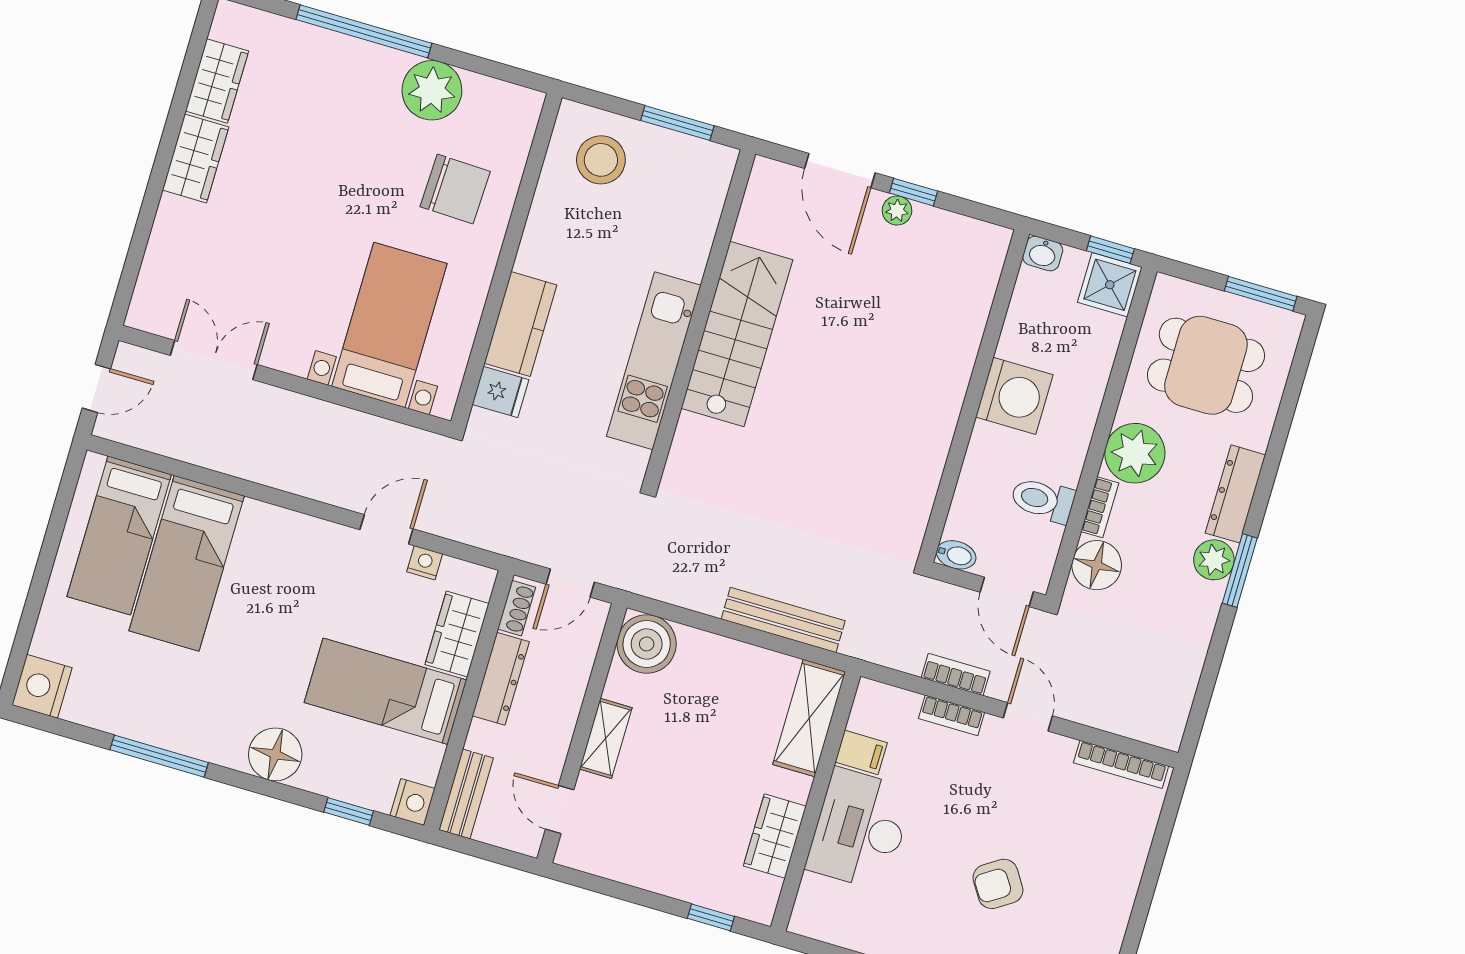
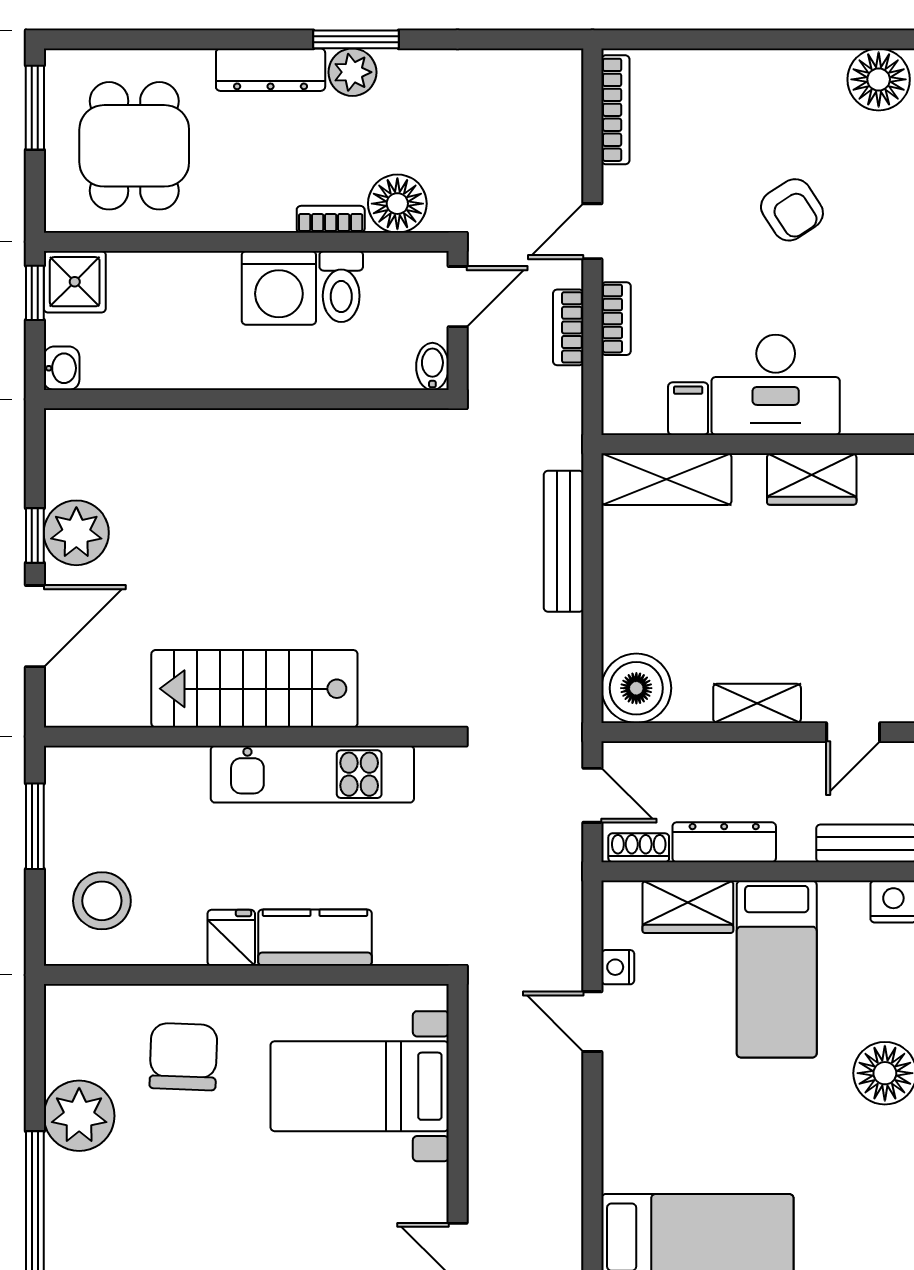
plant: (897, 210) -> (76, 533), width x1.87, depth x1.87
fridge: (500, 392) -> (231, 938), moved
washing machine: (1014, 396) -> (279, 288), moved, turned 180
plant: (1135, 453) -> (258, 197), removed

